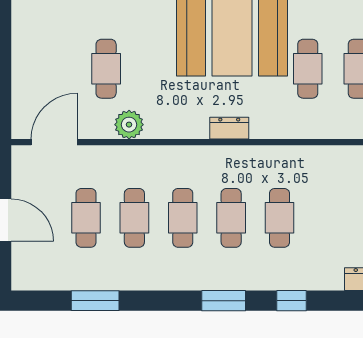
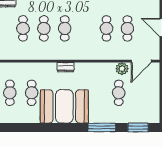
plant: (129, 125) -> (122, 69), moved
cafe table: (183, 218) -> (23, 28), moved

